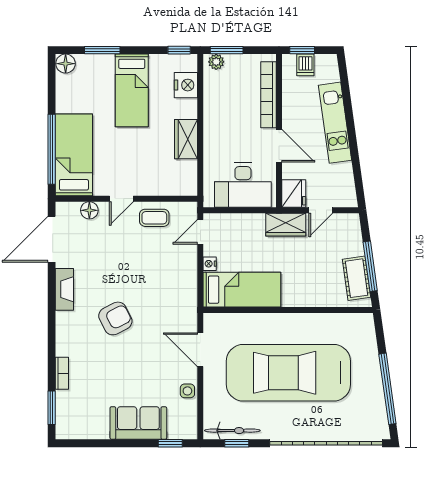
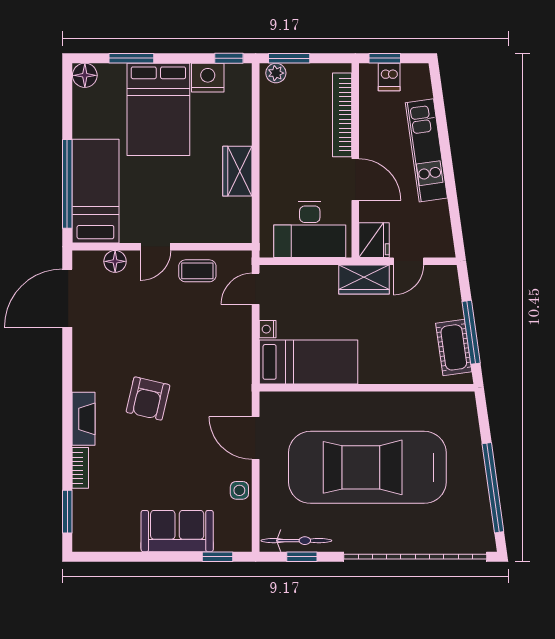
nightstand: (186, 85) -> (208, 78), moved, turned -90
bed: (132, 90) -> (158, 109), width x1.50
fireplace: (64, 289) -> (83, 419), moved
armchair: (115, 318) -> (148, 399), turned 130

